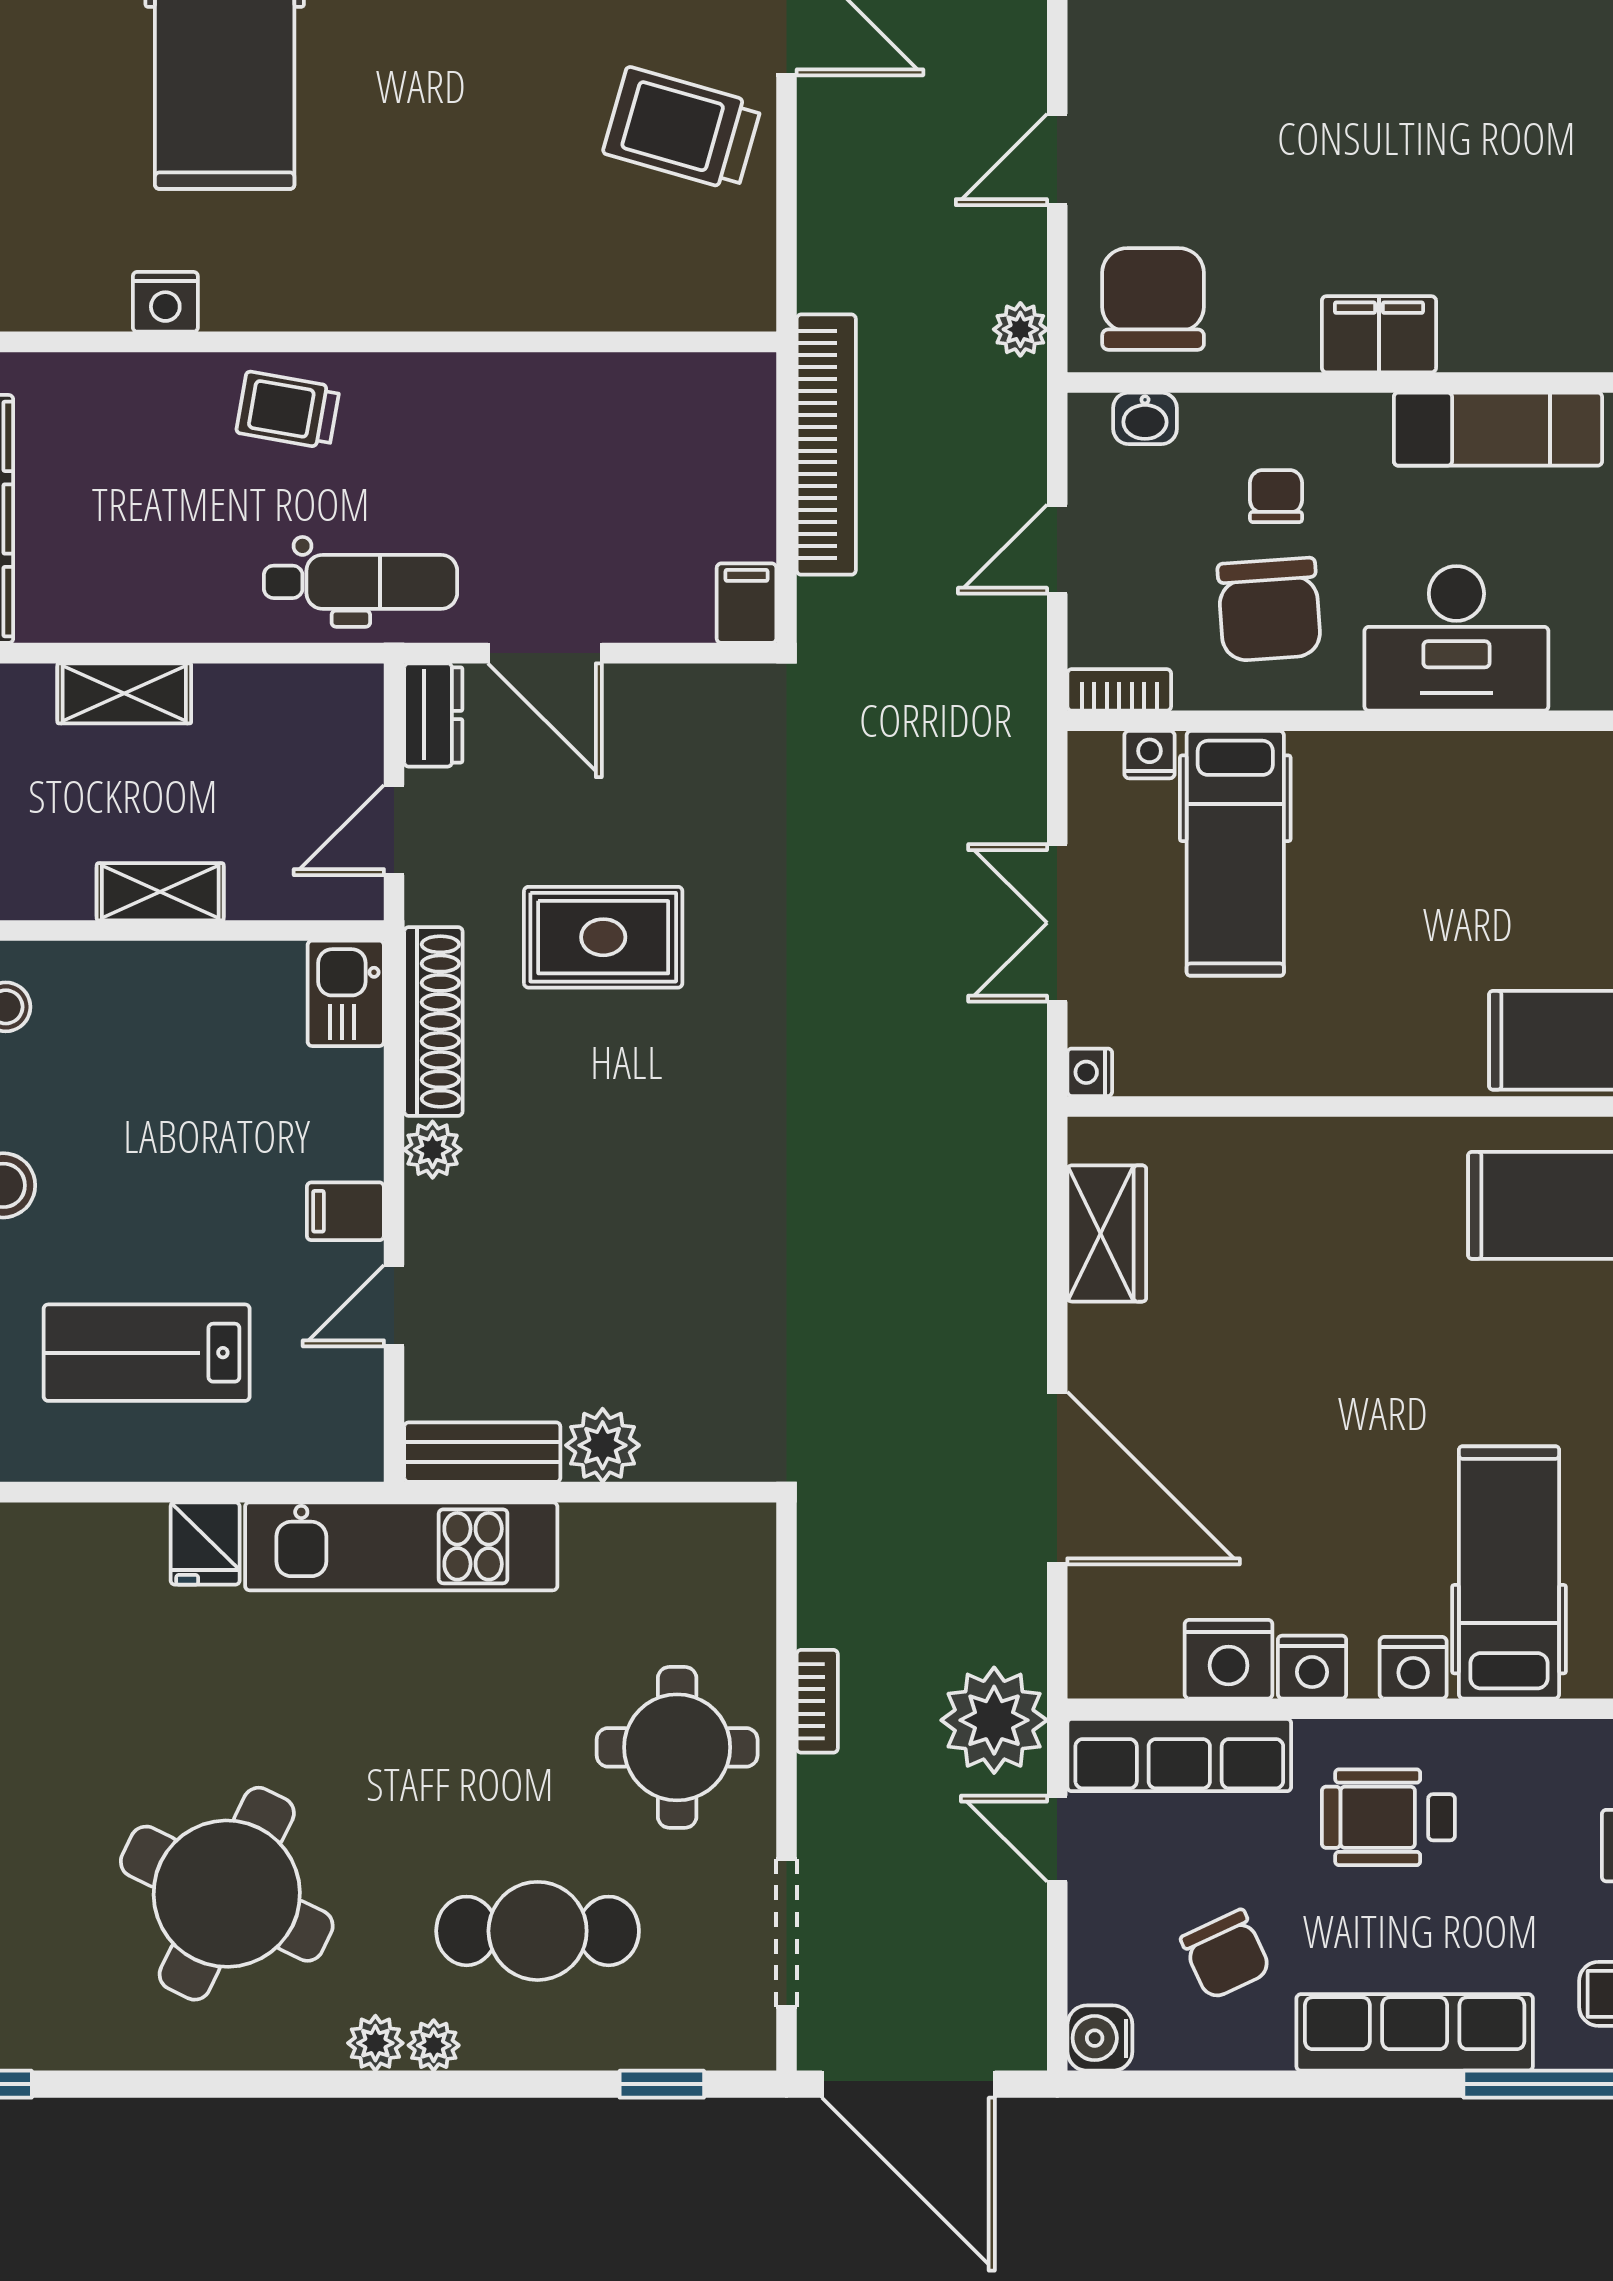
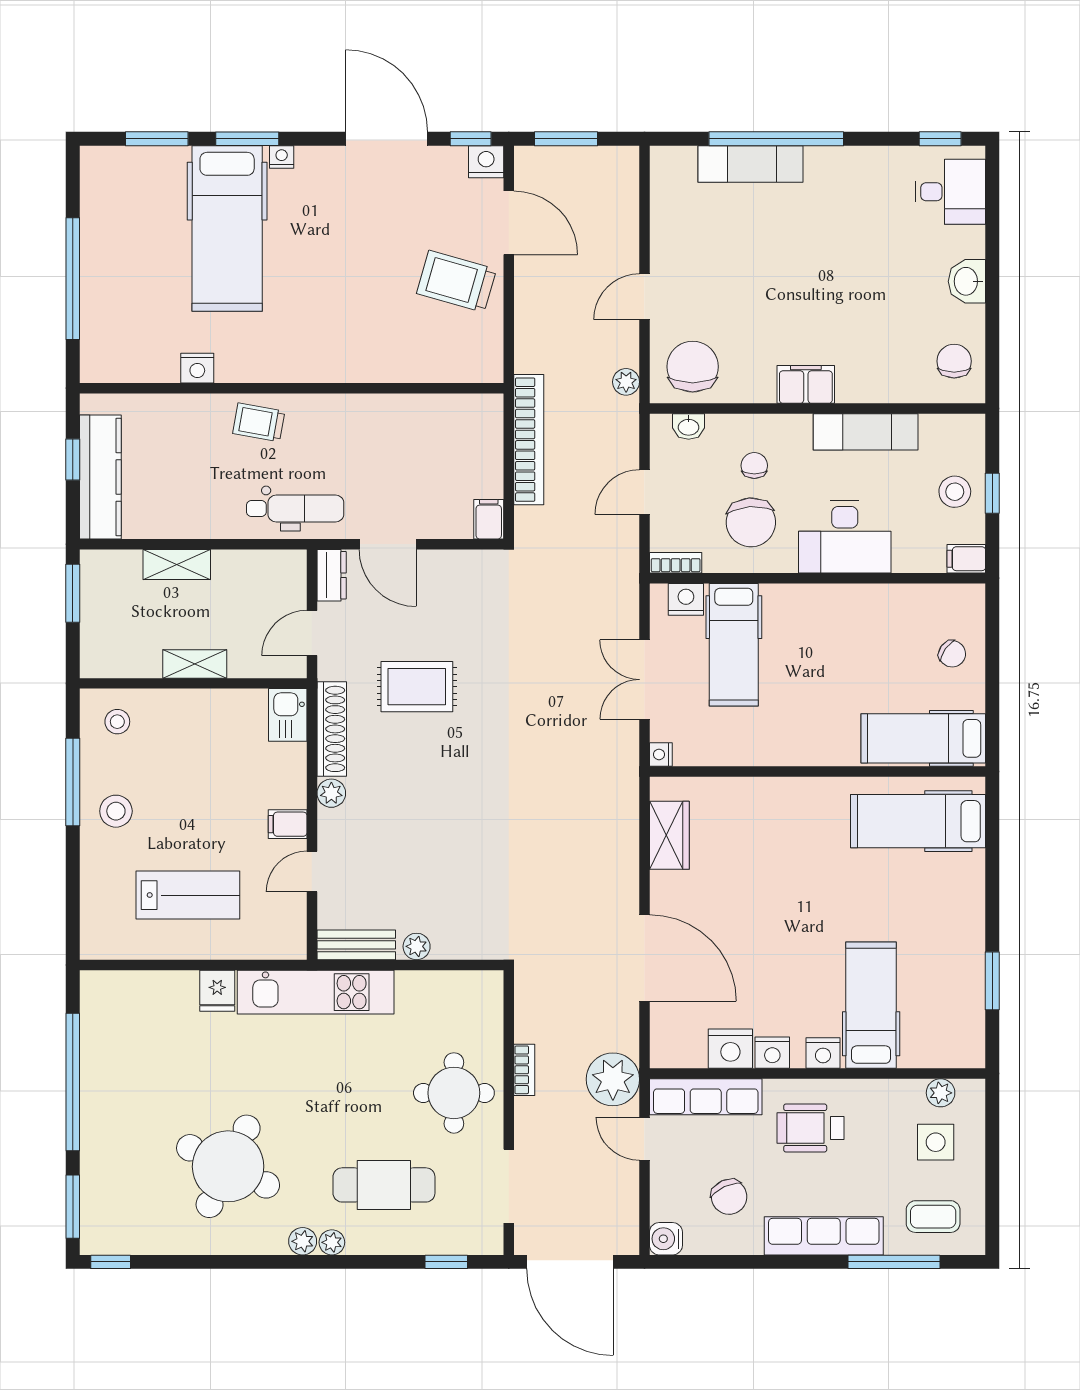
nightstand: (1149, 755) -> (686, 599), width x1.39, depth x1.35
lab bench: (147, 1353) -> (188, 895), turned 180
plant: (603, 1445) -> (417, 946), width x0.73, depth x0.73

